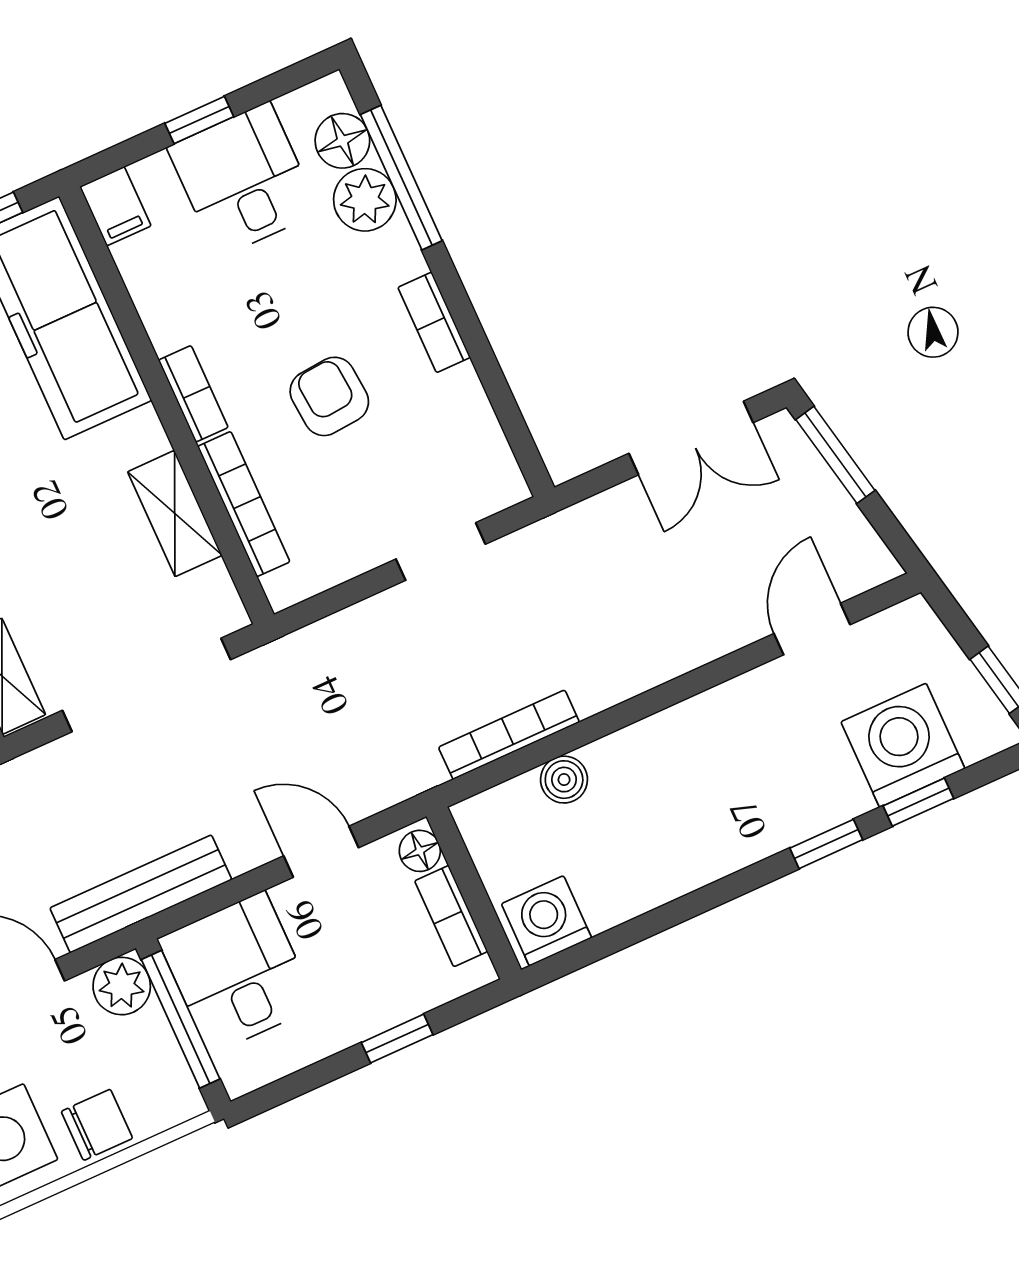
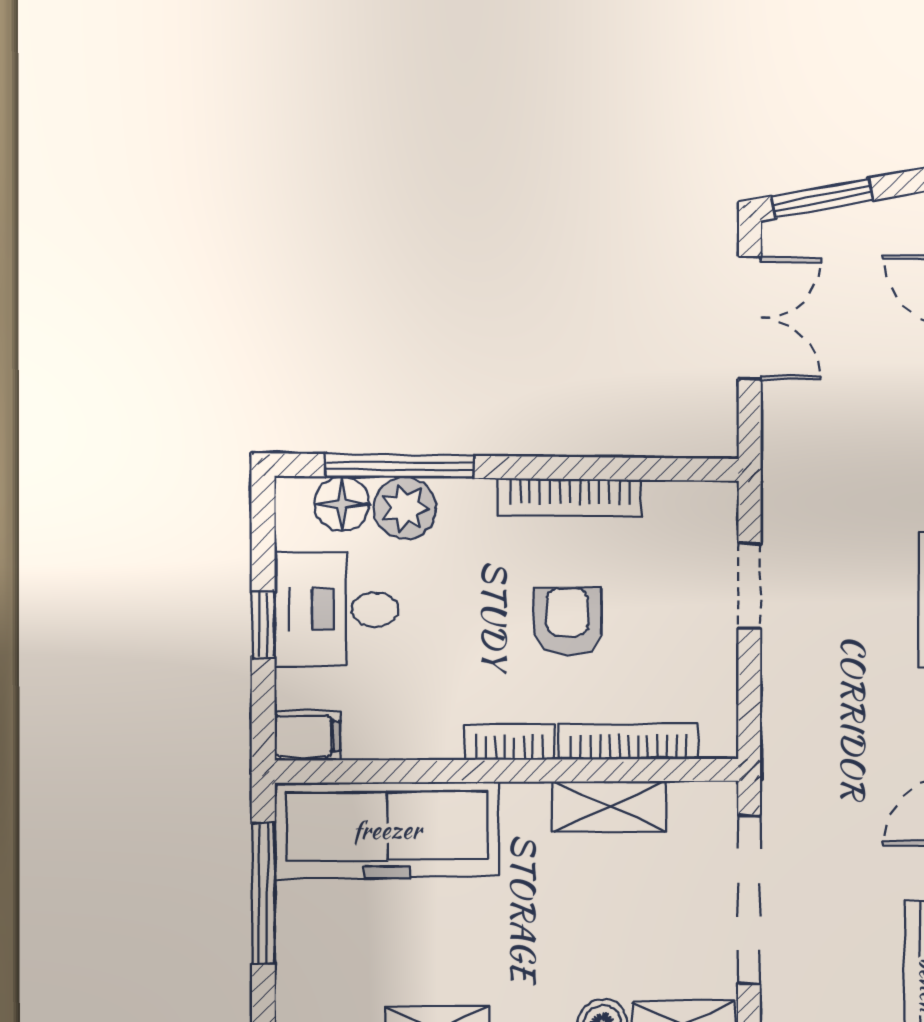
bookcase: (434, 322) -> (570, 497), width x1.56
armchair: (329, 396) -> (567, 621), turned 95

